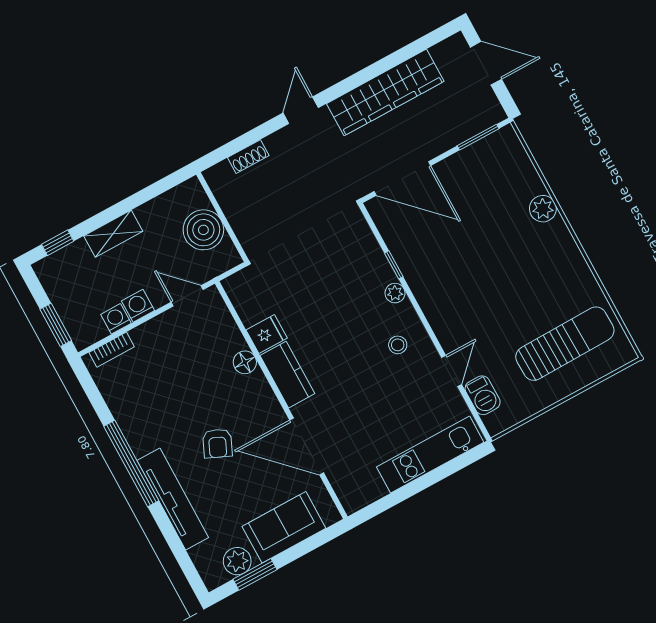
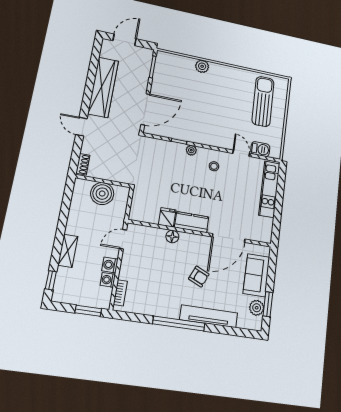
wall: (222, 217) -> (103, 181), moved
boiler: (203, 230) -> (102, 194), moved

